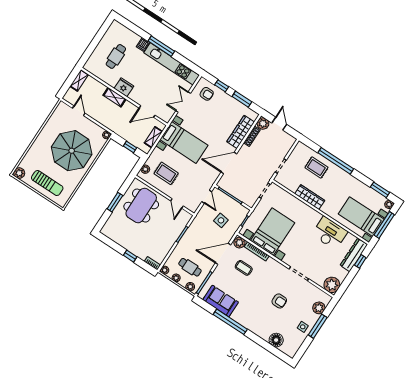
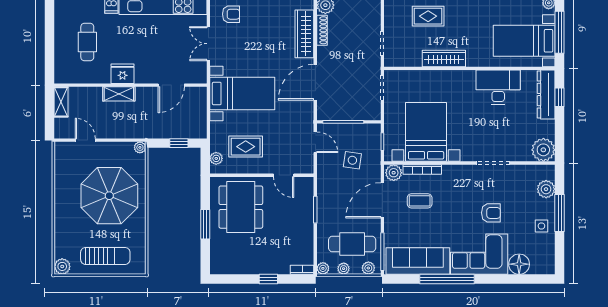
shelving: (153, 137) -> (200, 112), removed
cafe table: (190, 267) -> (352, 244), width x1.37, depth x1.35
sofa: (221, 301) -> (418, 261), width x1.36
corner sofa: (257, 320) -> (479, 254), added

